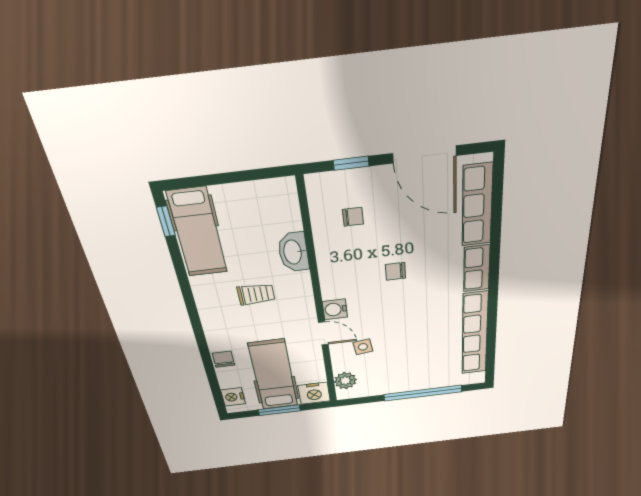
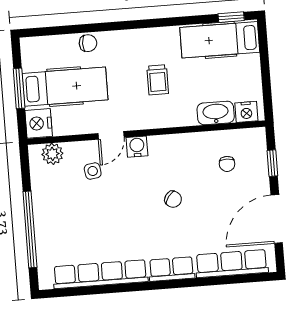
washbasin: (293, 252) -> (216, 113), moved
chair: (396, 271) -> (173, 199), turned 127
nightstand: (233, 397) -> (246, 112), moved, turned 180

